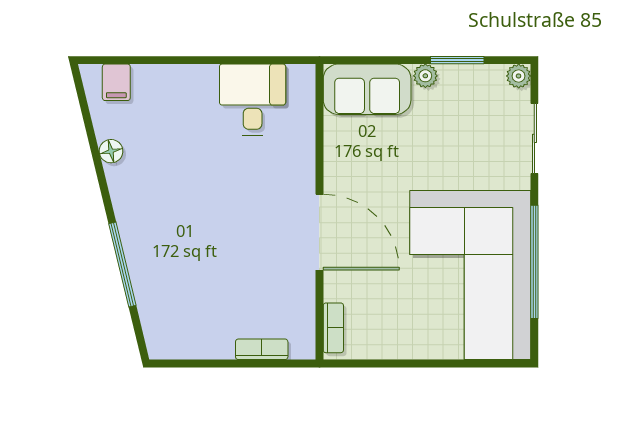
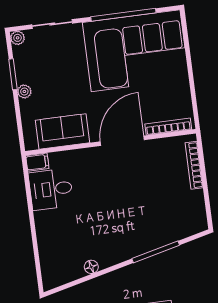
filing cabinet: (116, 82) -> (37, 162), moved
sofa: (367, 89) -> (62, 131), moved, turned -90
bookcase: (333, 328) -> (168, 127), width x1.56
bookcase: (262, 349) -> (194, 165), width x1.56

